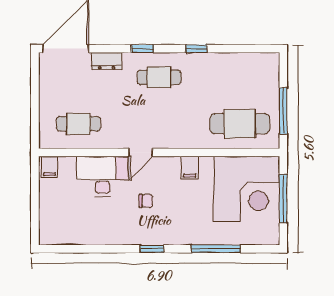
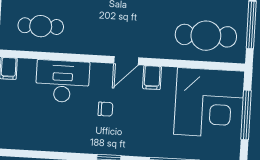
door: (141, 152) -> (126, 61), moved

